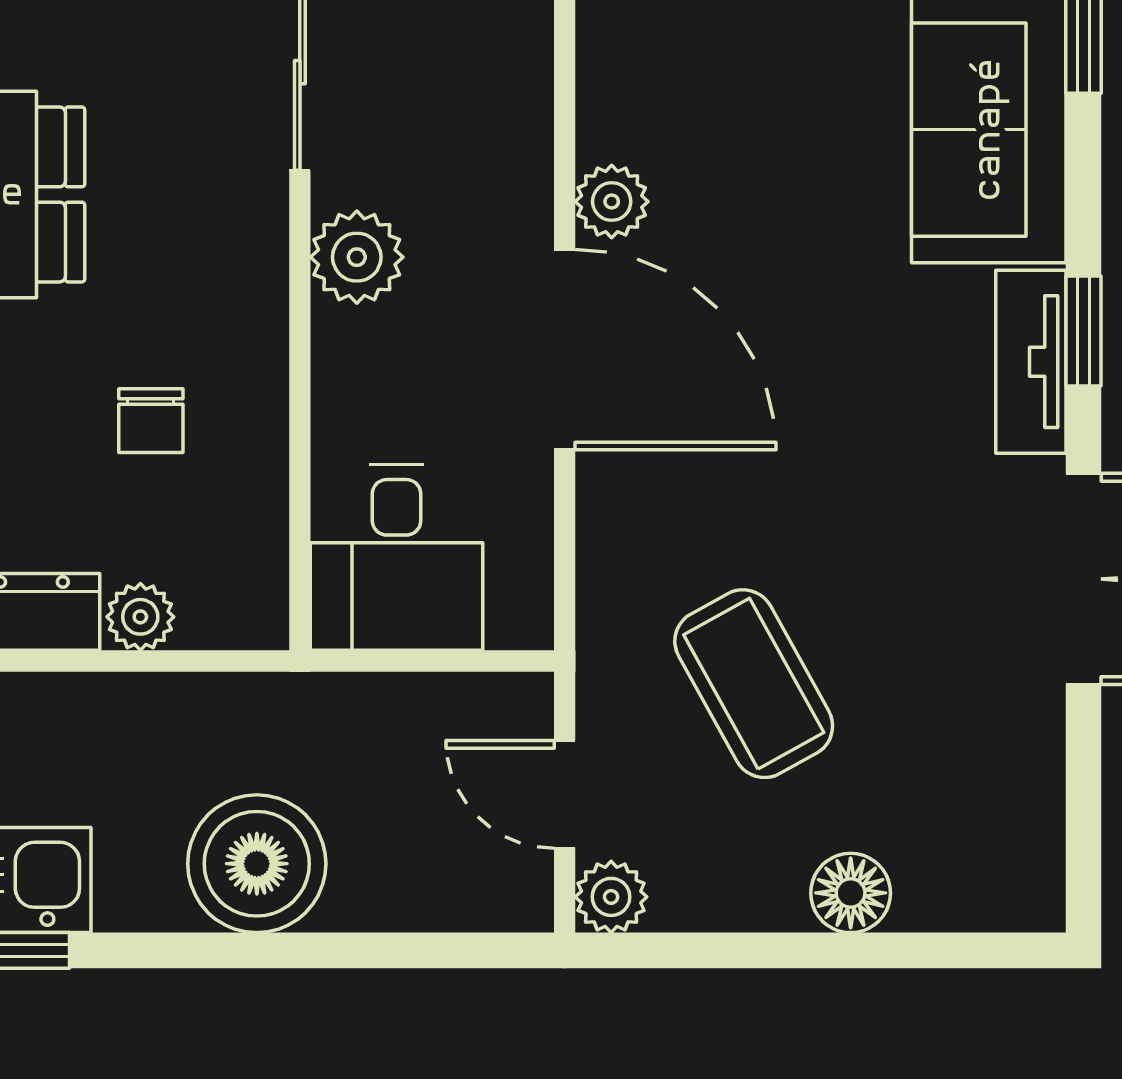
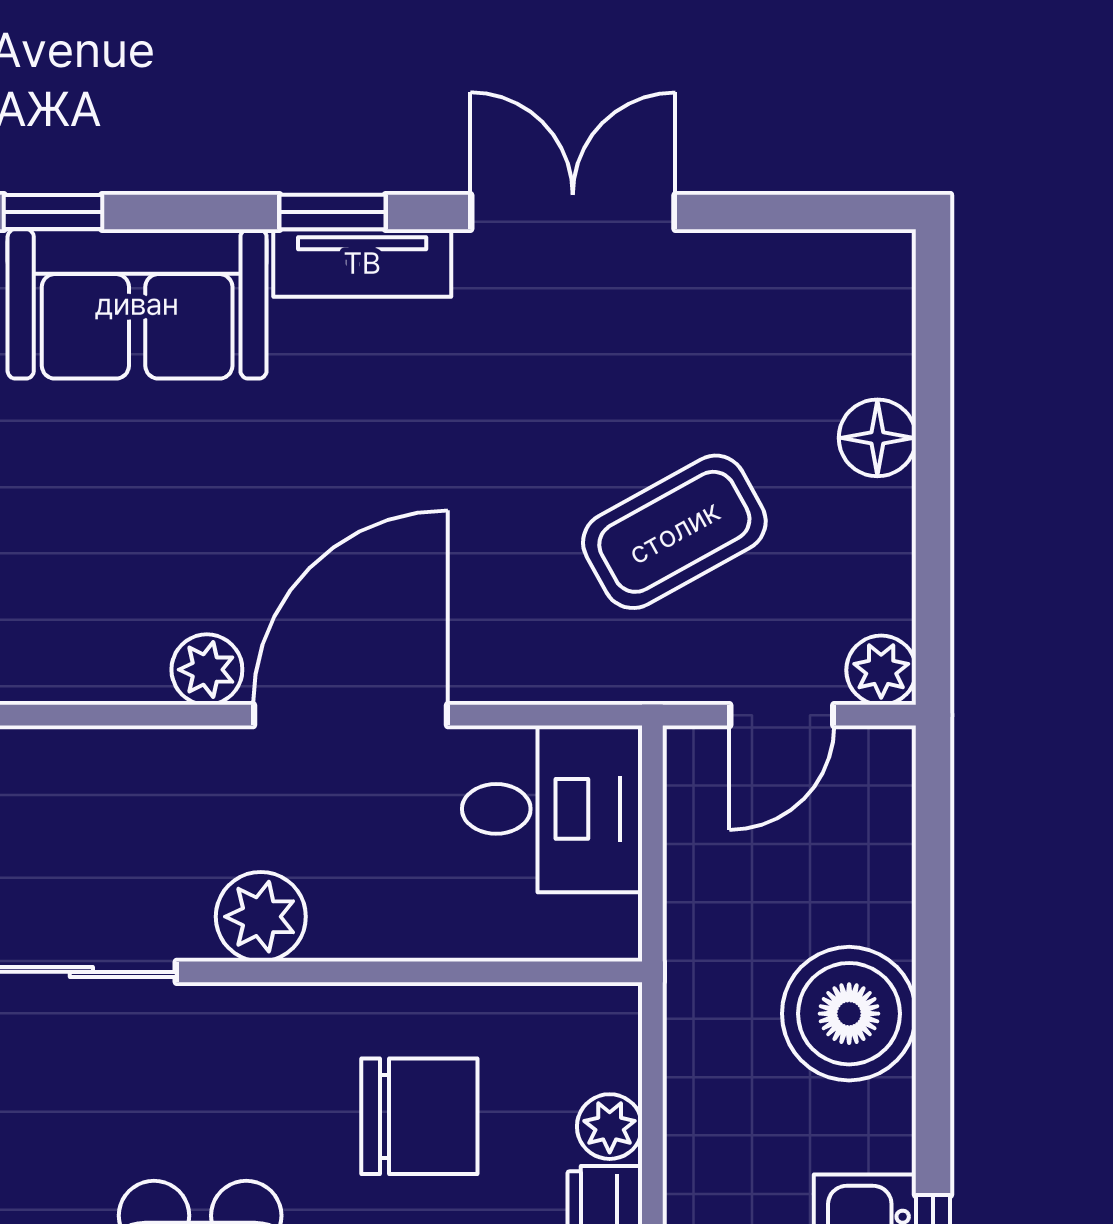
chair: (151, 421) -> (419, 1116), width x1.87, depth x1.87
desk: (397, 557) -> (552, 809), moved

